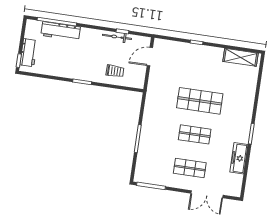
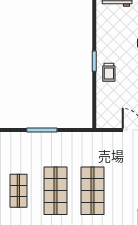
trolley: (115, 71) -> (109, 72), moved
shop shelf: (195, 134) -> (55, 191), width x1.43, depth x1.36

